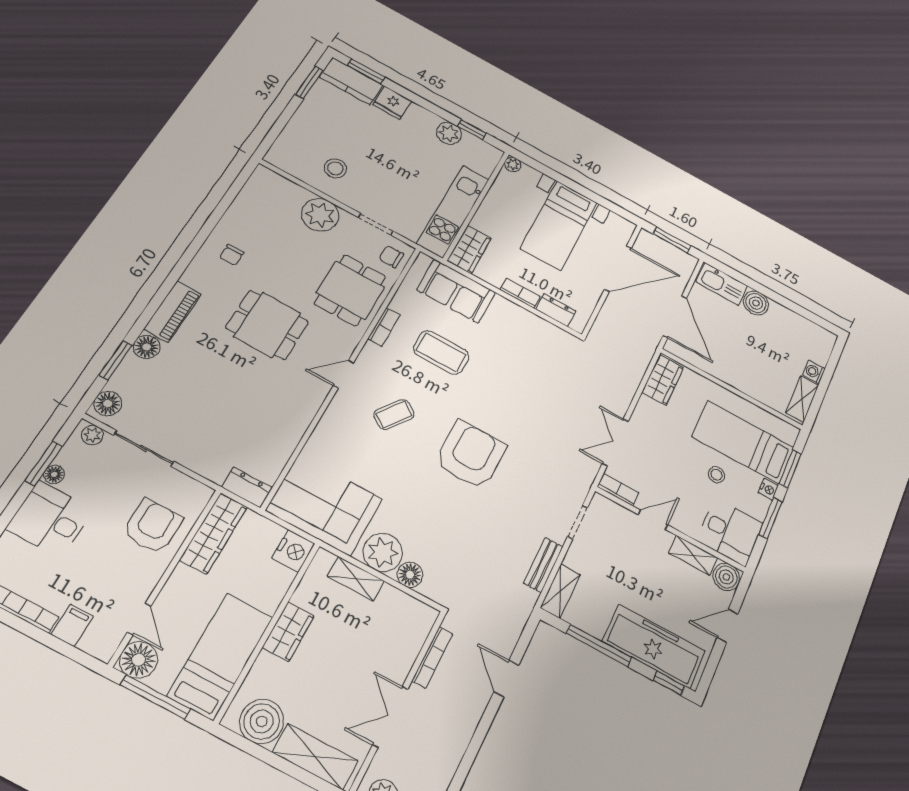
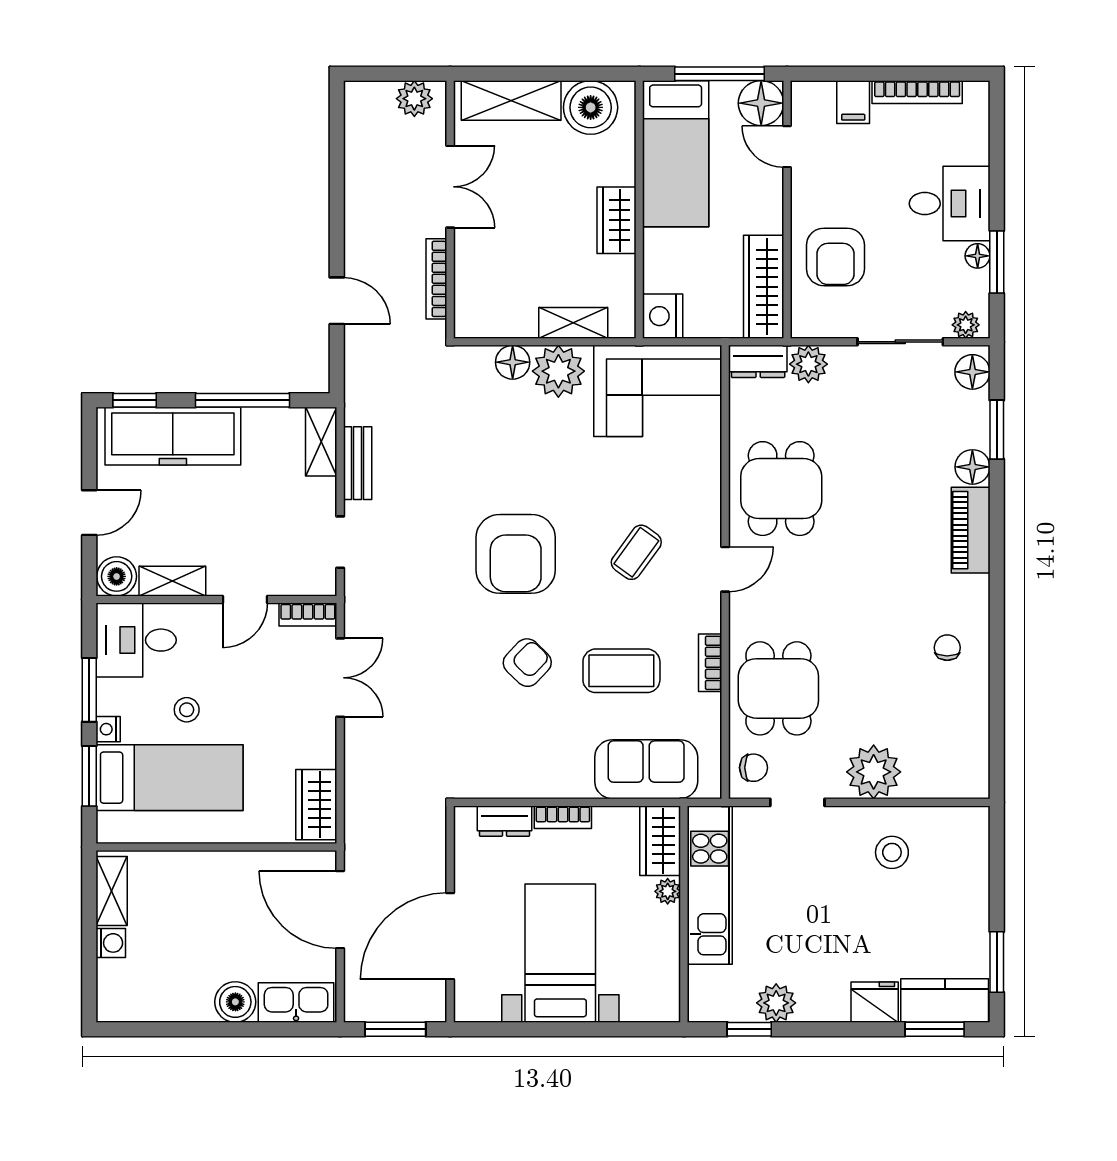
plant: (513, 164) -> (668, 891), moved
dining table: (267, 325) -> (781, 489), moved, turned 90
armchair: (497, 389) -> (527, 663), added
plant: (214, 468) -> (808, 364), added

